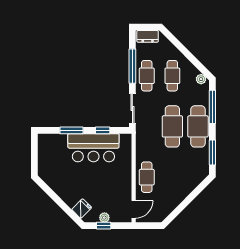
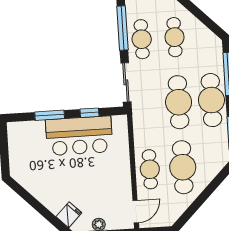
plant: (201, 79) -> (212, 39), removed
cafe table: (172, 177) -> (183, 167), added

